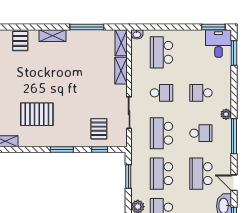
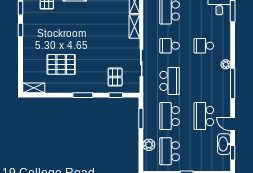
school desk: (161, 93) -> (170, 46), turned 180
school desk: (161, 133) -> (170, 81), turned 180
school desk: (201, 133) -> (204, 81), removed

